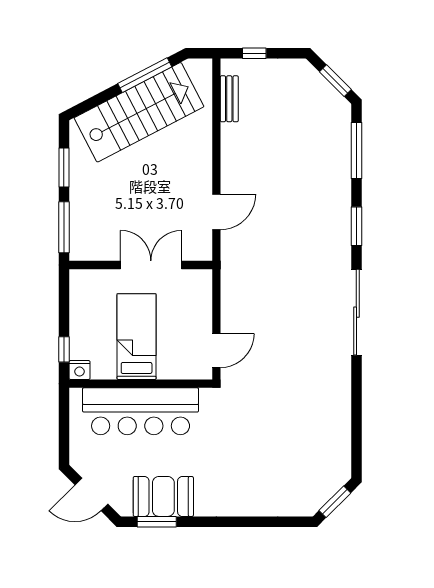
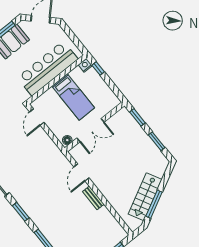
bench: (229, 99) -> (93, 198), moved
stairs: (139, 112) -> (145, 197), width x0.73, depth x0.66
window: (64, 227) -> (137, 117), width x0.69
floor lamp: (198, 278) -> (67, 140), added

